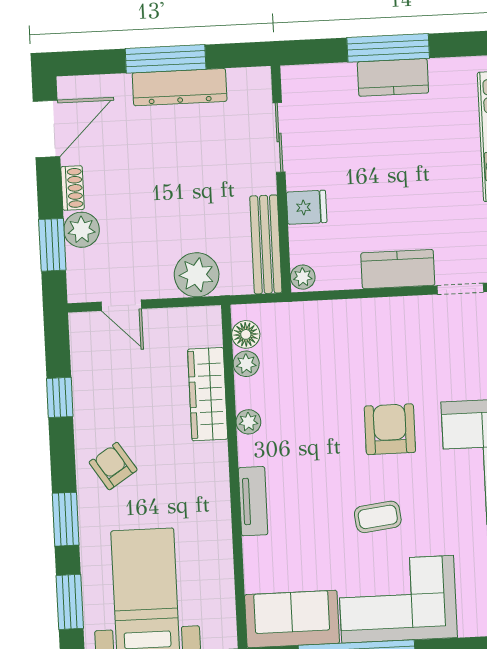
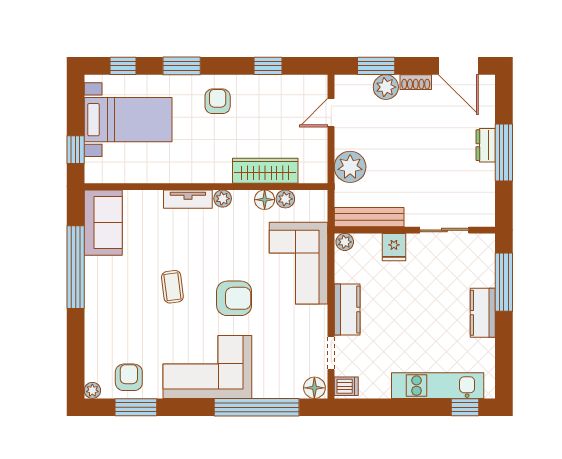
window: (388, 48) -> (504, 282), moved
dresser: (180, 87) -> (486, 145), width x0.51, depth x0.80
floor lamp: (246, 334) -> (265, 200), moved
plant: (248, 422) -> (223, 199), moved
armchair: (113, 466) -> (218, 101), turned -57
corner sofa: (398, 599) -> (299, 263), moved, turned 180
window: (70, 602) -> (123, 66), width x0.67

